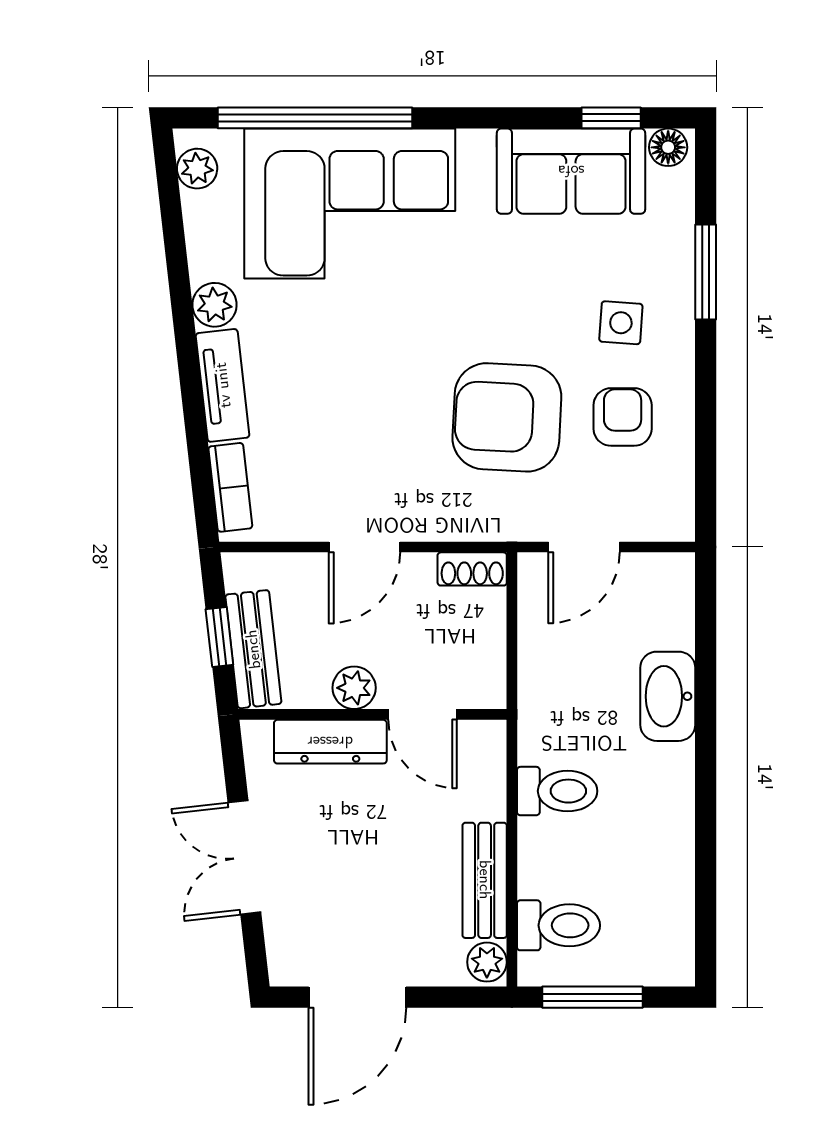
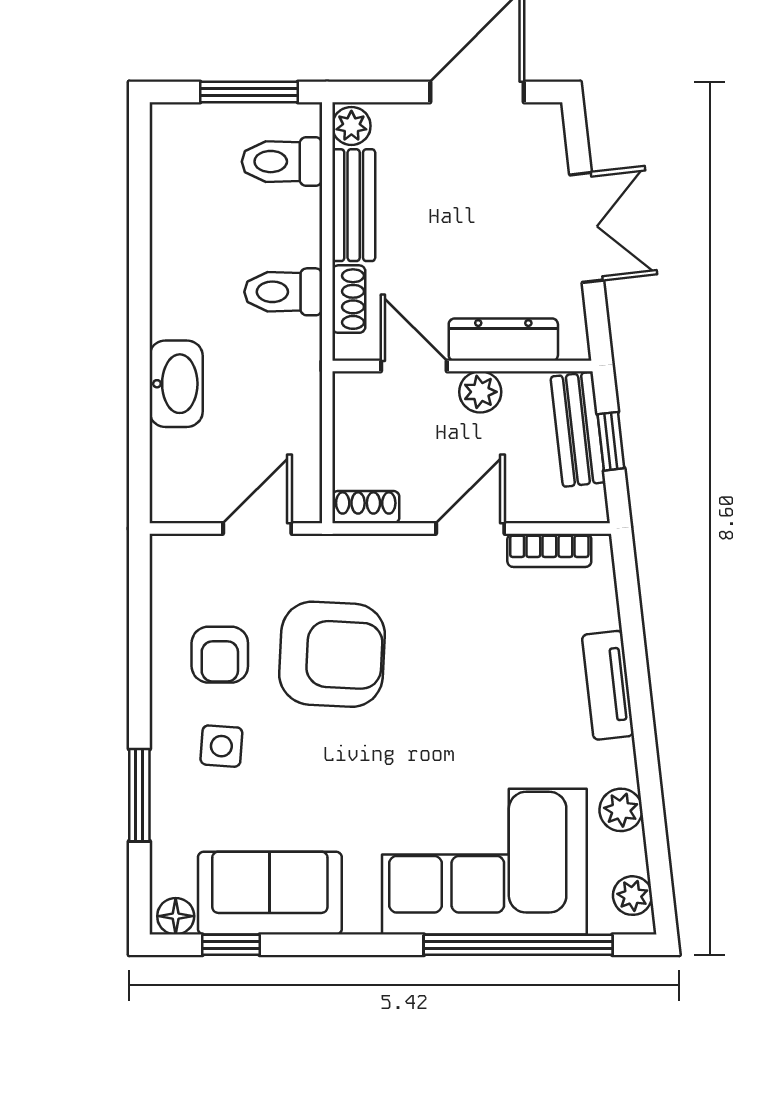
plant: (214, 305) -> (621, 810), moved
bookcase: (230, 487) -> (549, 550), moved, turned -84
shoe rack: (490, 784) -> (349, 299), added

